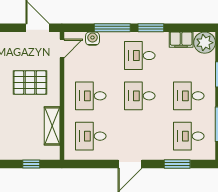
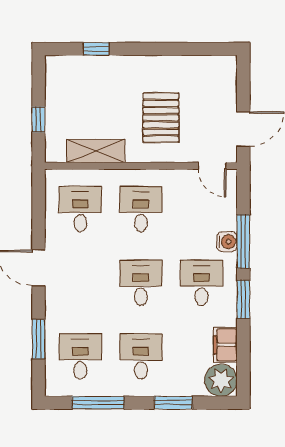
water cooler: (92, 39) -> (227, 242), moved

